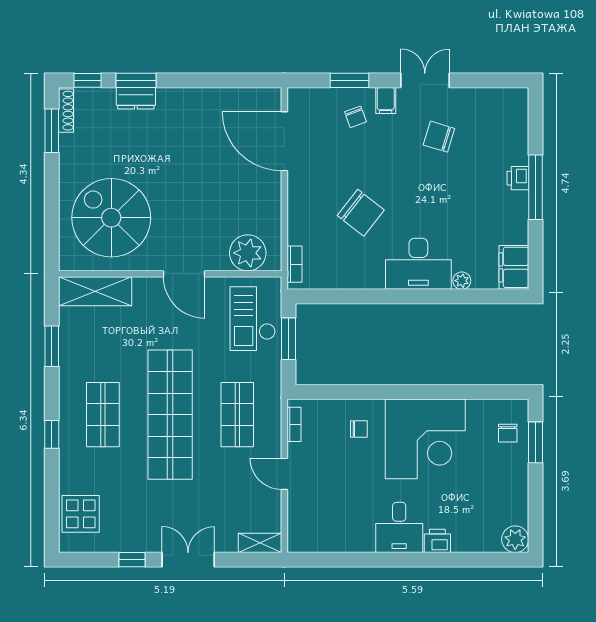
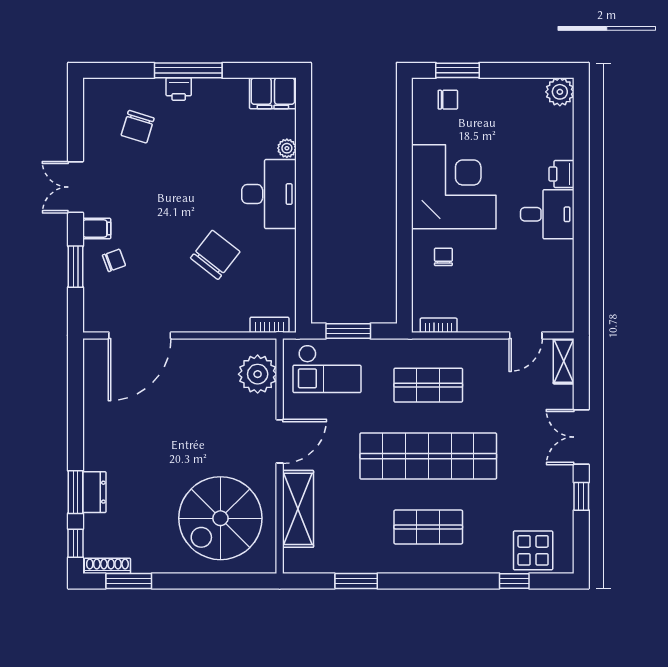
chair: (439, 137) -> (138, 127), moved
shelving: (95, 291) -> (298, 509), moved
window: (52, 434) -> (514, 581), moved
door: (284, 474) -> (526, 335), moved

